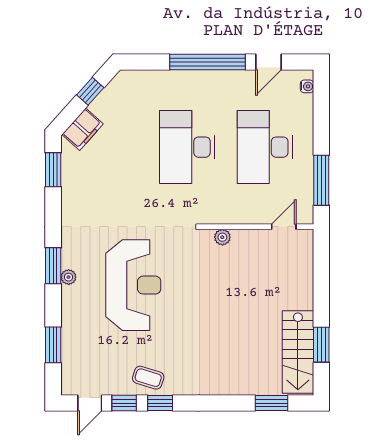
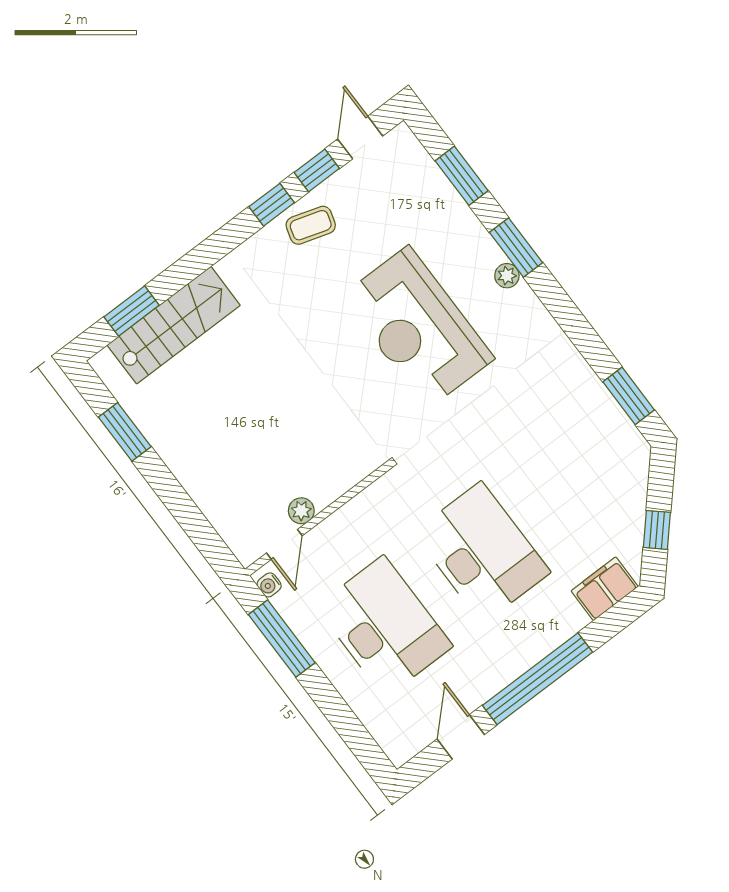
water cooler: (307, 86) -> (269, 585), moved
filing cabinet: (83, 129) -> (605, 589), moved, turned 48
plant: (222, 237) -> (301, 511), moved
window: (53, 266) -> (516, 248), moved
stairs: (298, 352) -> (174, 325), moved, turned 90

